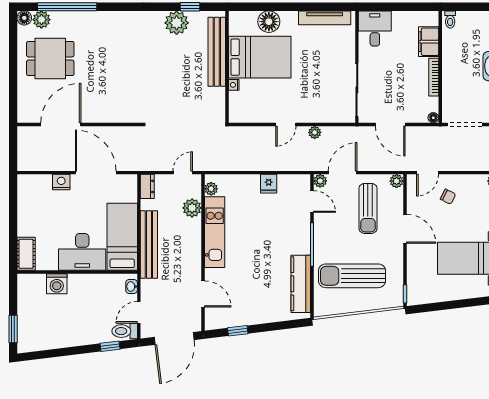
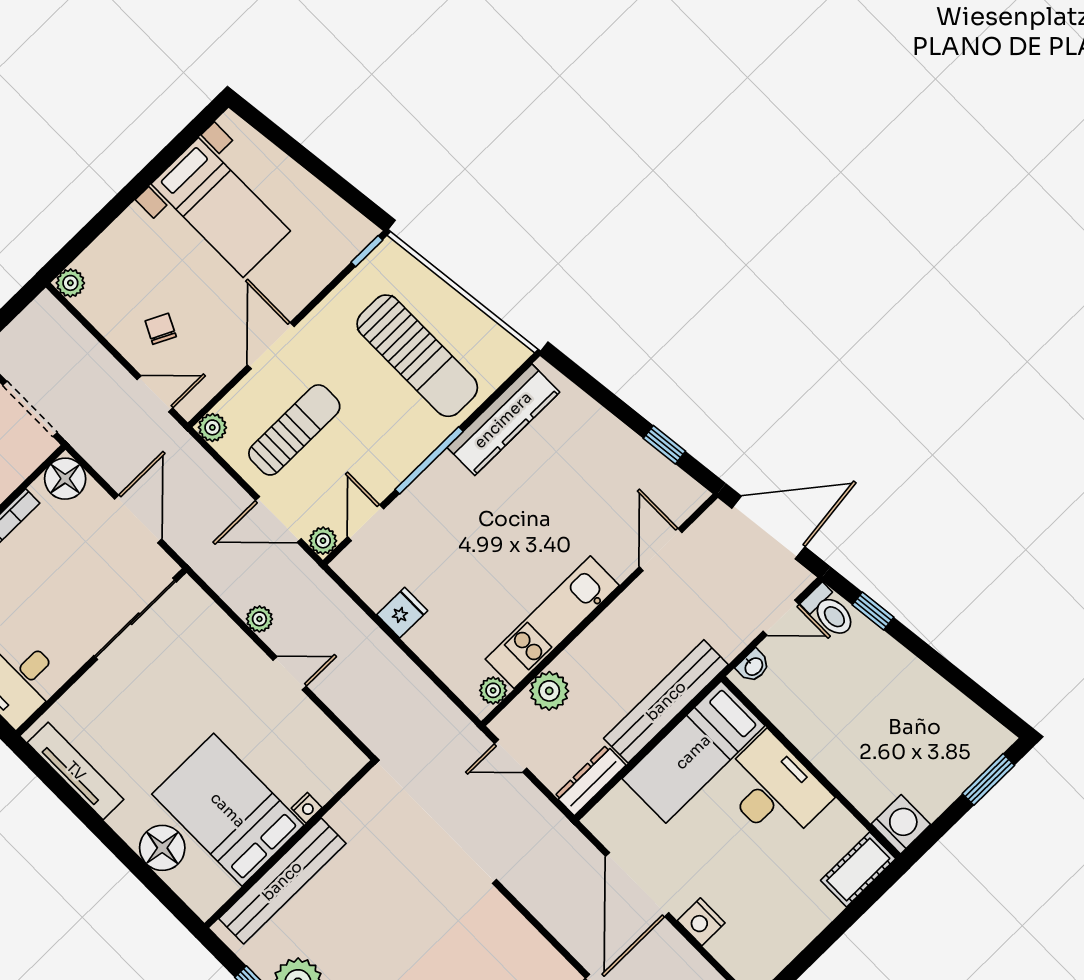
floor lamp: (433, 118) -> (65, 479), width x1.89, depth x1.89
dresser: (147, 186) -> (590, 780), width x1.44
washing machine: (57, 284) -> (901, 824), moved

